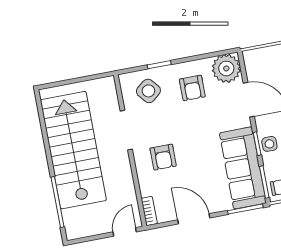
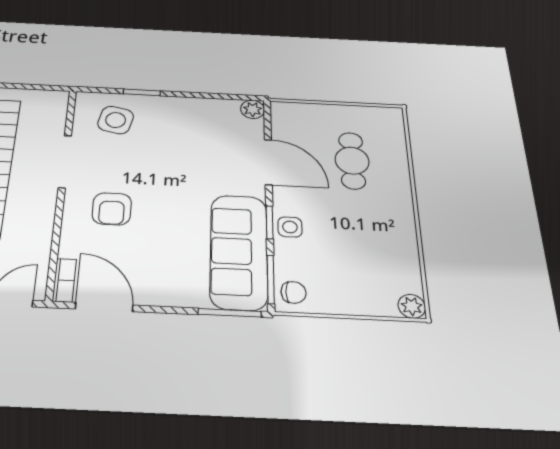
plant: (226, 68) -> (253, 109), width x0.53, depth x0.53
armchair: (192, 88) -> (184, 130), removed
side table: (148, 91) -> (116, 120), turned -37
door: (194, 219) -> (104, 307), moved

